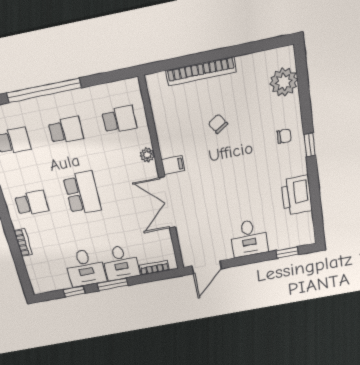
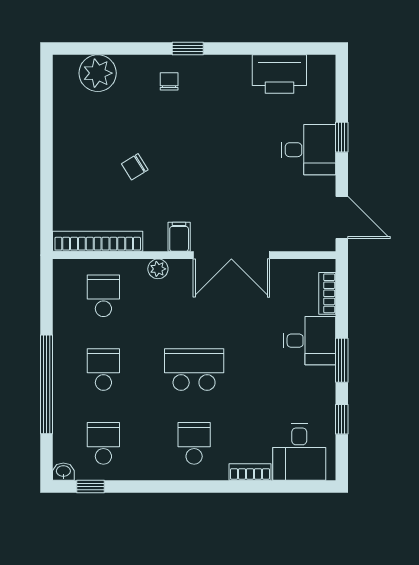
bookcase: (201, 71) -> (98, 241), moved, turned -90
printer: (297, 195) -> (279, 74), moved
window: (287, 253) -> (342, 137), moved
desk: (85, 268) -> (299, 452), moved, turned 90

